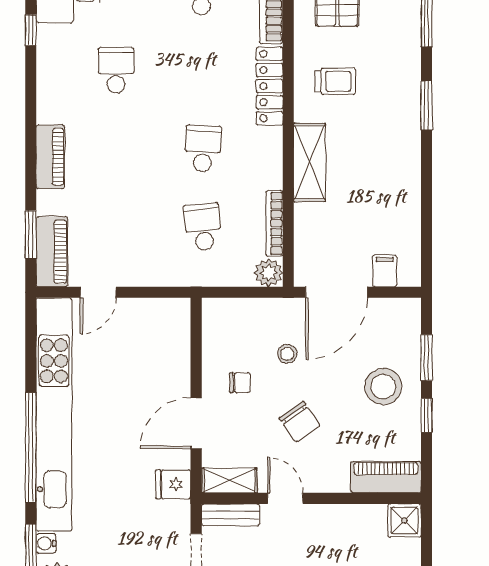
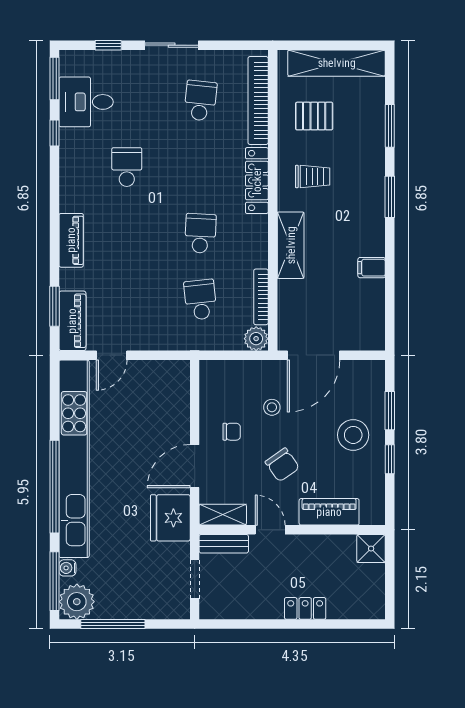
filing cabinet: (385, 271) -> (372, 268), moved, turned -90
piano: (386, 477) -> (329, 512), moved
fridge: (173, 484) -> (170, 518), width x1.88, depth x1.34

